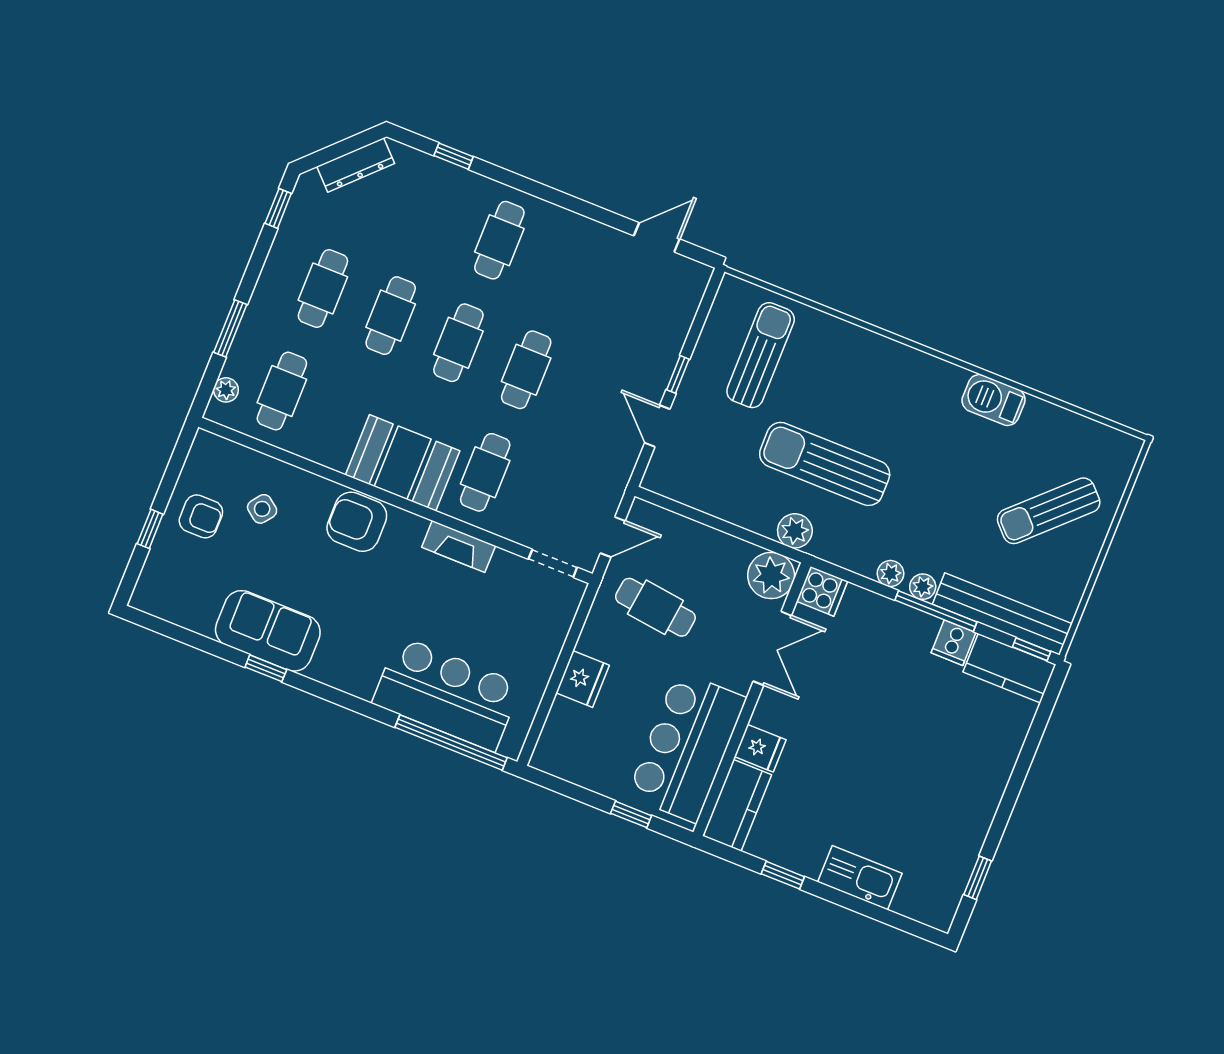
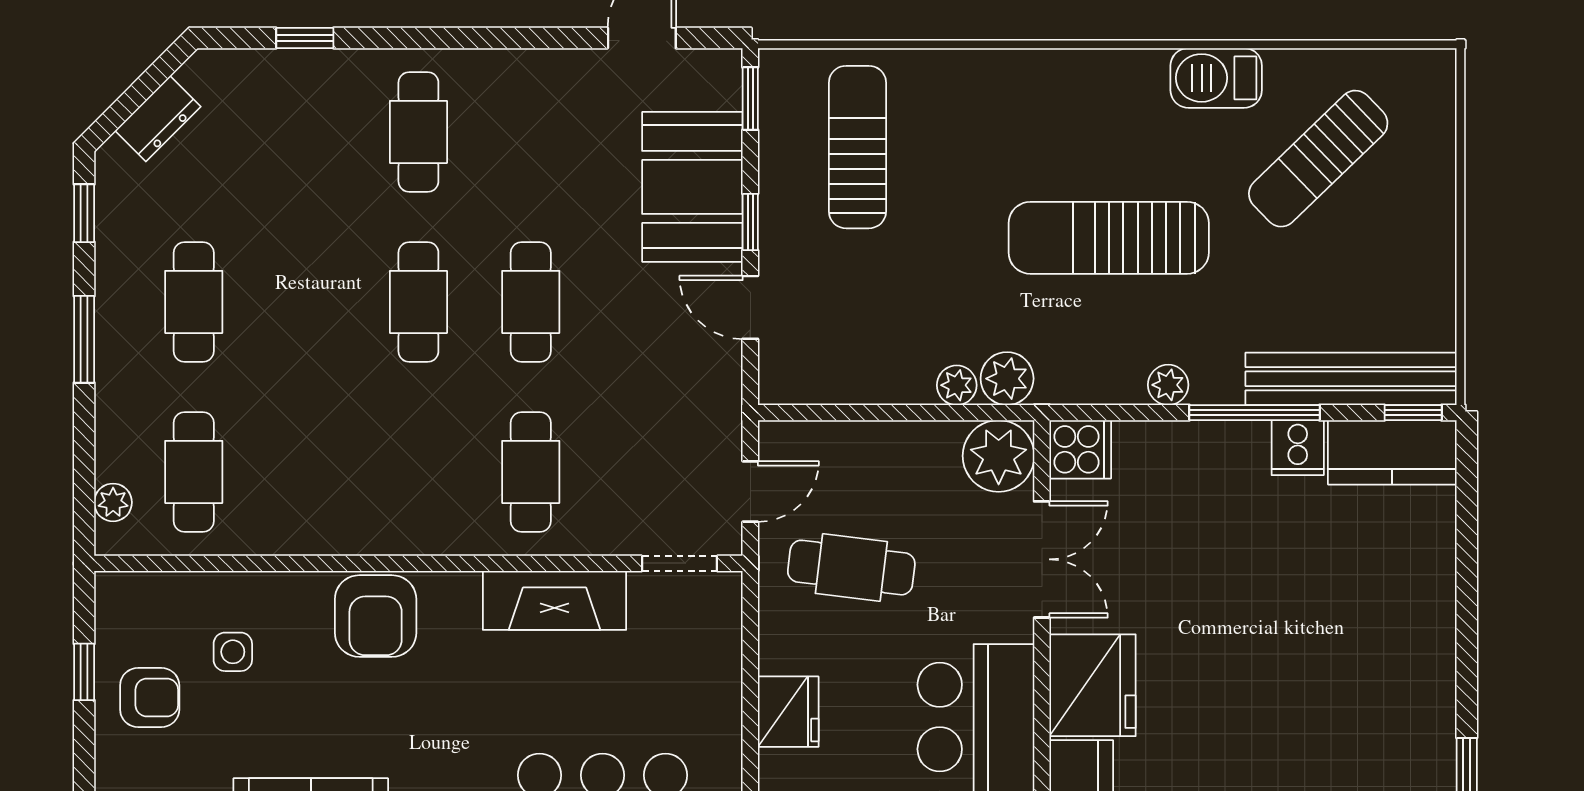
dresser: (356, 165) -> (158, 119), width x0.70
window: (708, 300) -> (750, 99), added
cafe table: (391, 316) -> (306, 302), removed
window: (230, 328) -> (84, 339), moved
booth: (403, 463) -> (692, 187), moved, turned 90
sun lounger: (825, 464) -> (1109, 238), moved
side table: (262, 509) -> (233, 652), turned -37
sun lounger: (1049, 511) -> (1318, 159), moved
armchair: (357, 522) -> (376, 616), turned -90
window: (150, 529) -> (84, 672), moved
fireplace: (459, 547) -> (554, 600), width x1.37, depth x1.32
plant: (923, 587) -> (957, 385), moved
fridge: (760, 748) -> (1093, 685), width x1.88, depth x1.34

